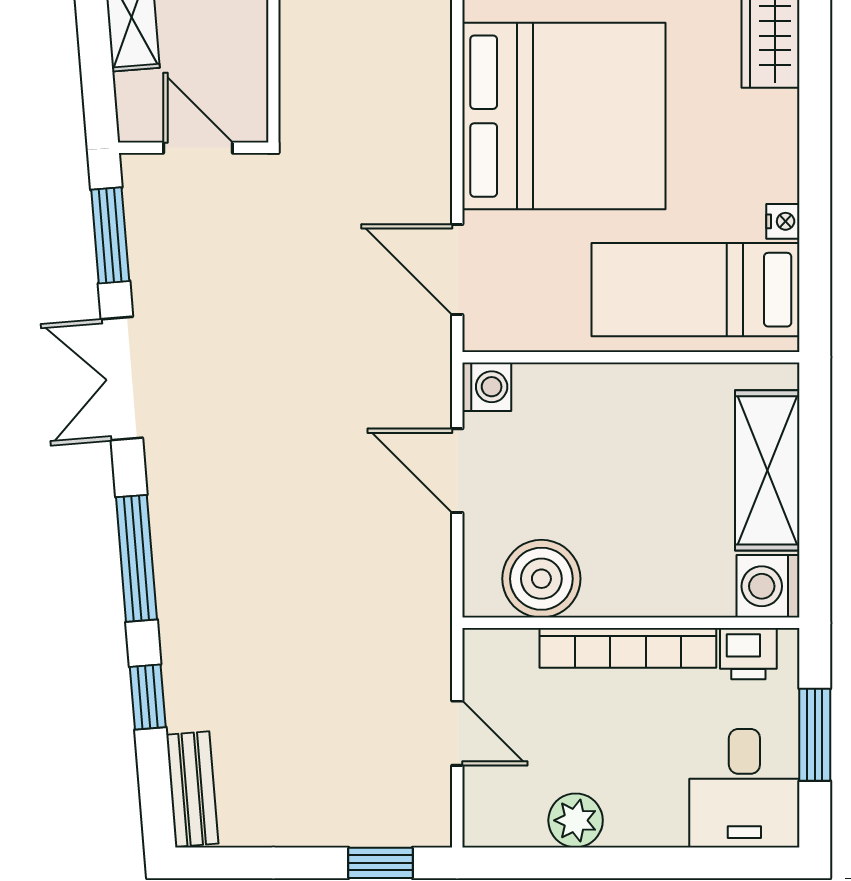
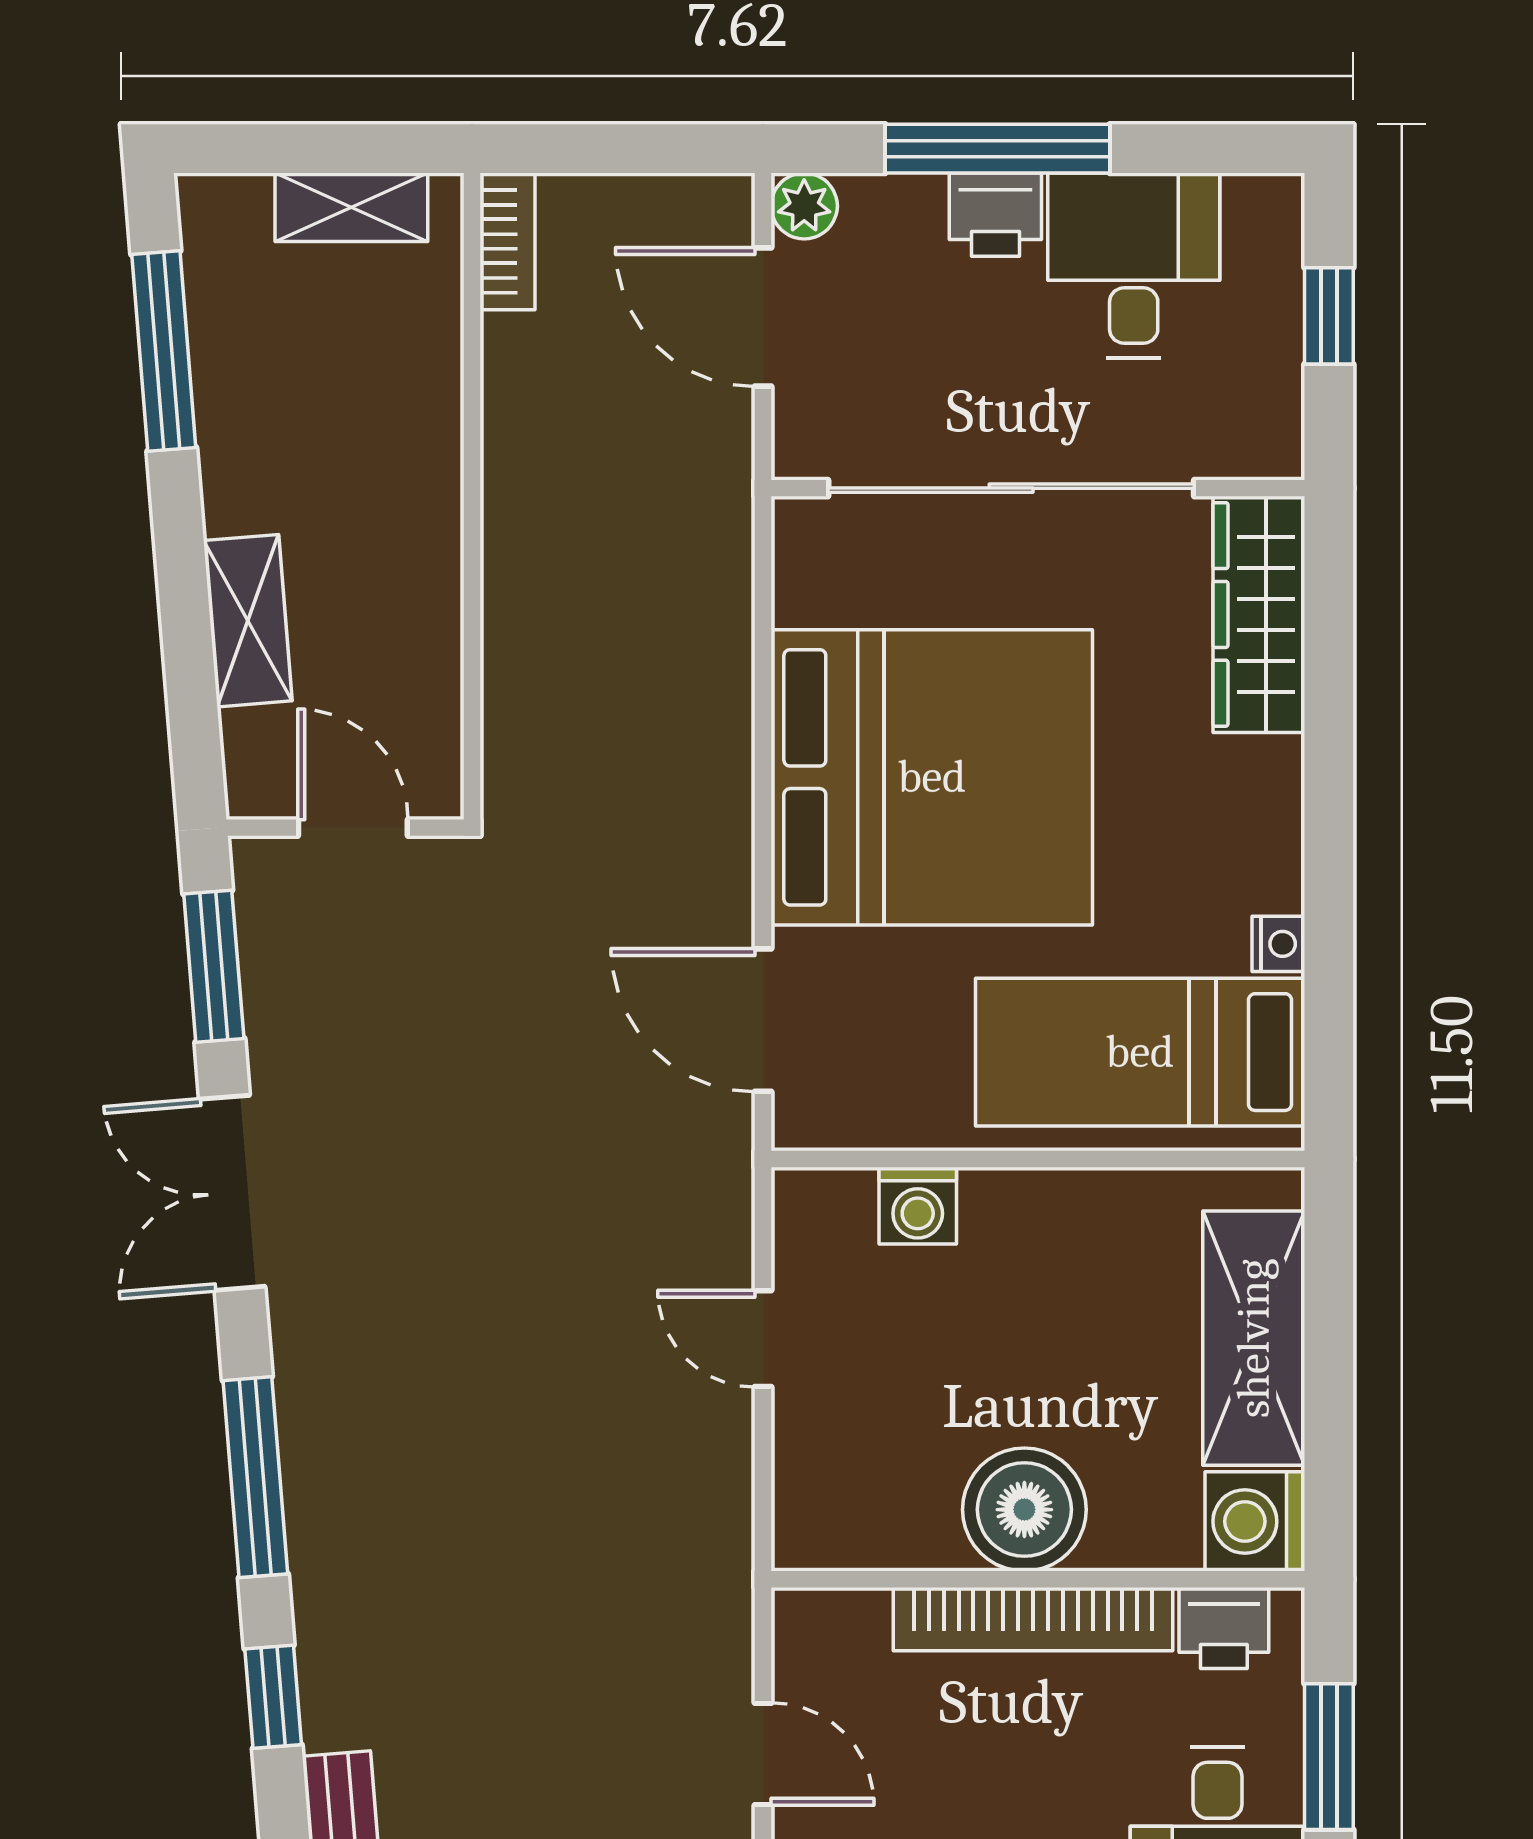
washing machine: (487, 387) -> (918, 1206), moved, turned 90
door: (457, 471) -> (763, 1339), width x0.73
boiler: (541, 579) -> (1024, 1510), moved

